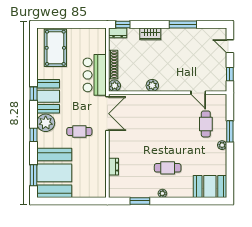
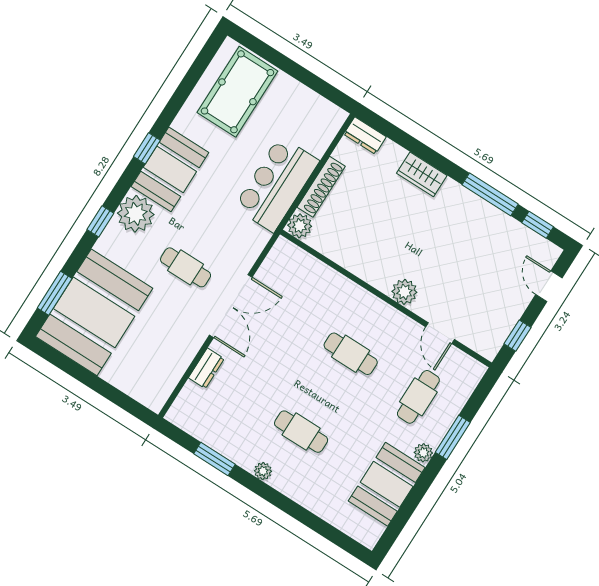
window: (123, 24) -> (538, 225), moved
plant: (152, 85) -> (404, 292), moved
double door: (107, 114) -> (231, 306), moved
cafe table: (168, 124) -> (351, 354), added
booth: (210, 186) -> (387, 484), moved, turned 90

